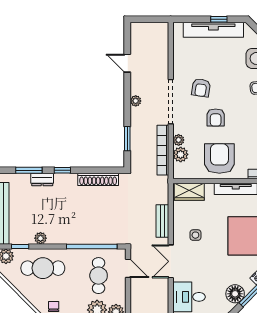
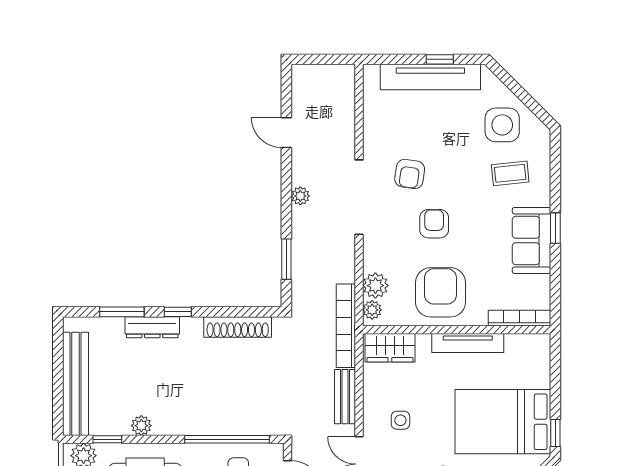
armchair: (216, 118) -> (434, 224), turned 180
plant: (179, 140) -> (372, 310), moved
bookcase: (163, 150) -> (346, 326), moved
dresser: (42, 179) -> (152, 327), width x1.44

